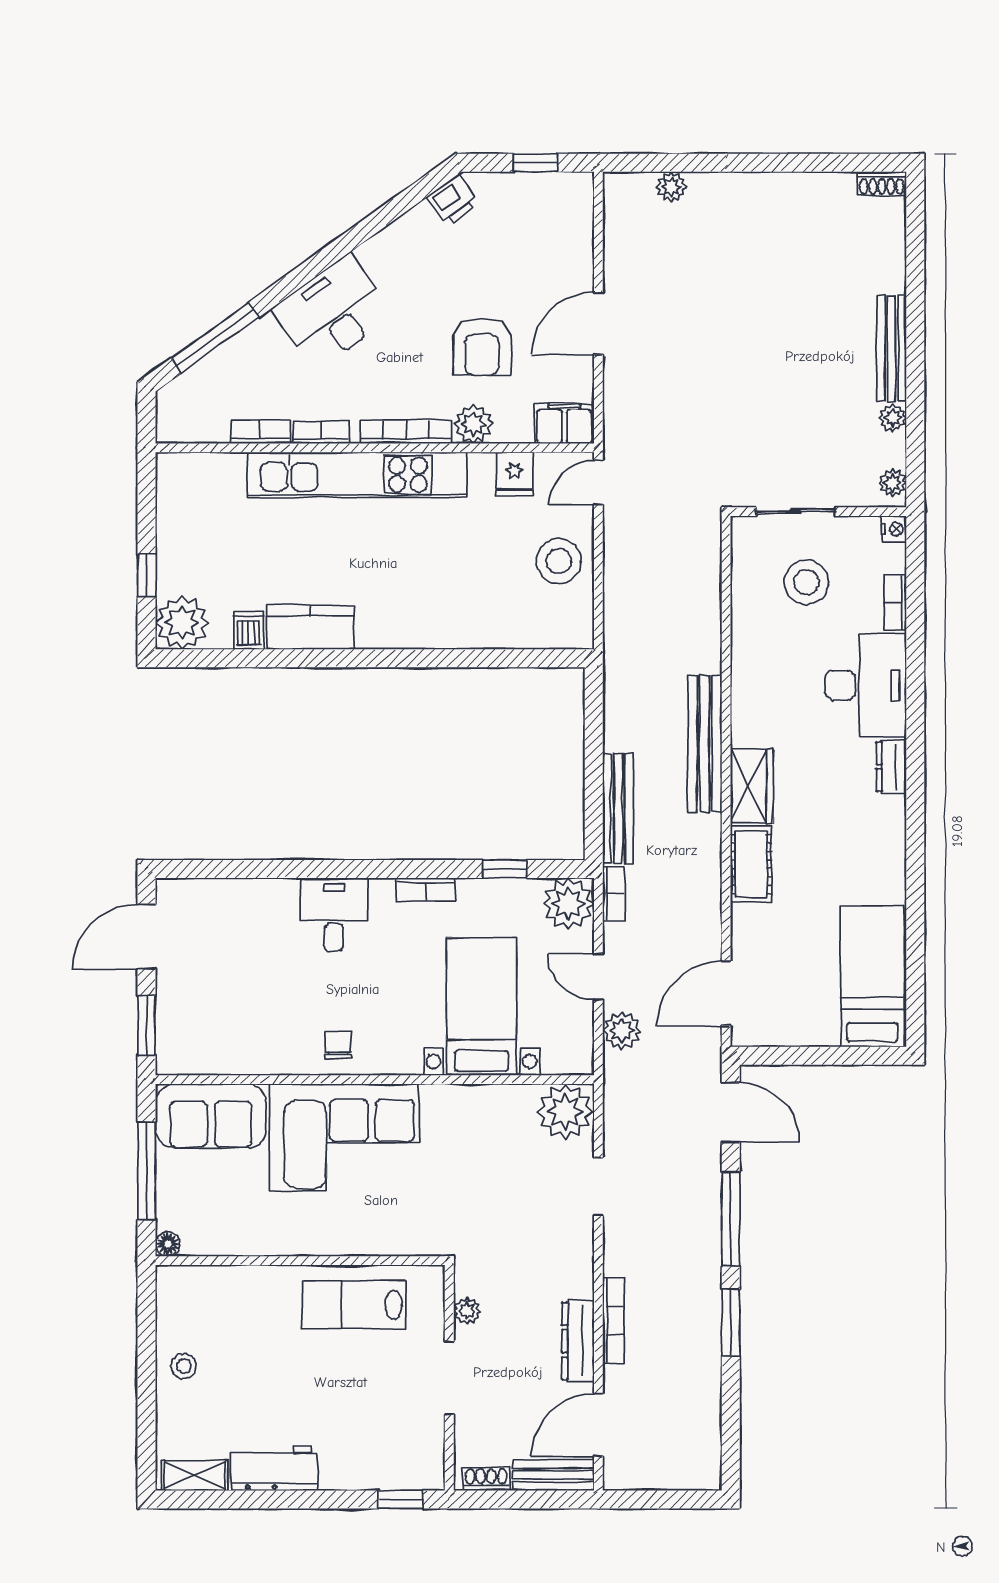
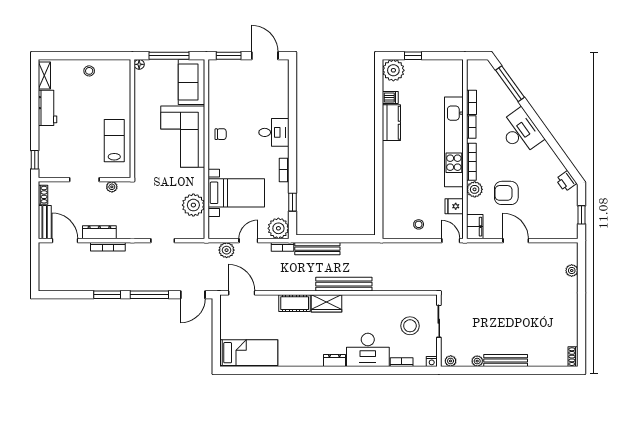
stool: (559, 561) -> (419, 224), width x0.53, depth x0.53
plant: (565, 1111) -> (193, 205), moved

